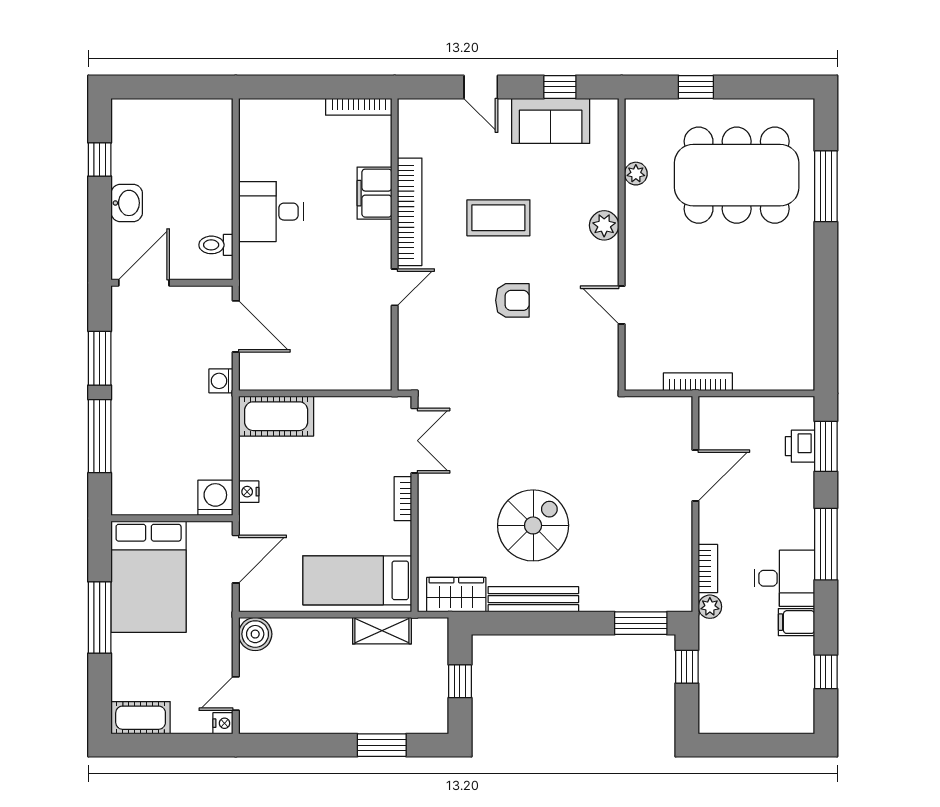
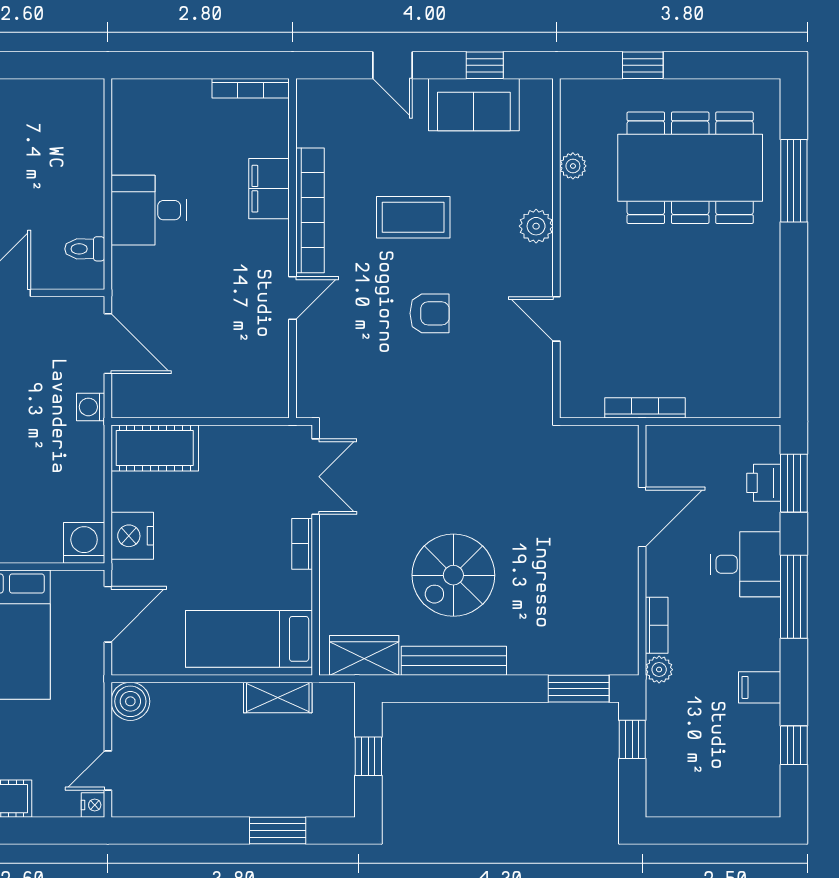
nightstand: (249, 492) -> (132, 536), width x1.89, depth x1.79
spiral stairs: (533, 525) -> (453, 575), turned 180
desk: (784, 578) -> (746, 564), moved

